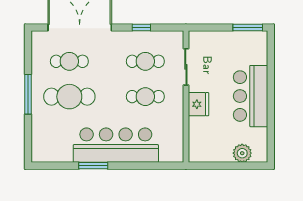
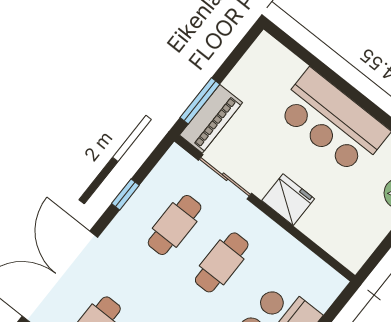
window: (248, 28) -> (200, 101), moved
piano: (207, 39) -> (211, 119), added

